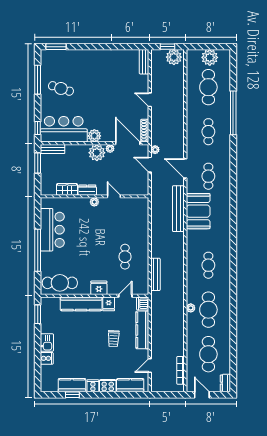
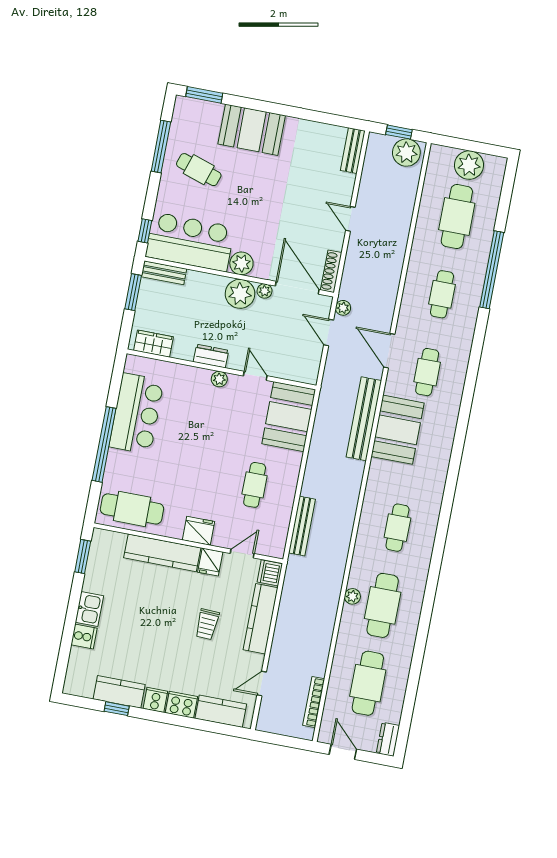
booth: (86, 61) -> (252, 130), added
wardrobe: (67, 189) -> (153, 344), moved
booth: (137, 215) -> (289, 417), added

